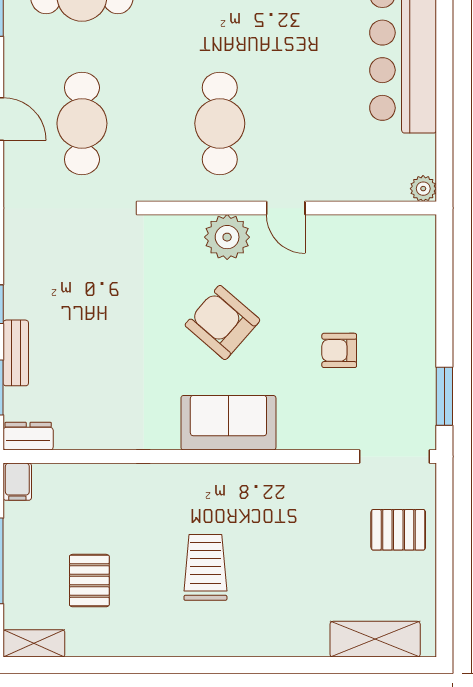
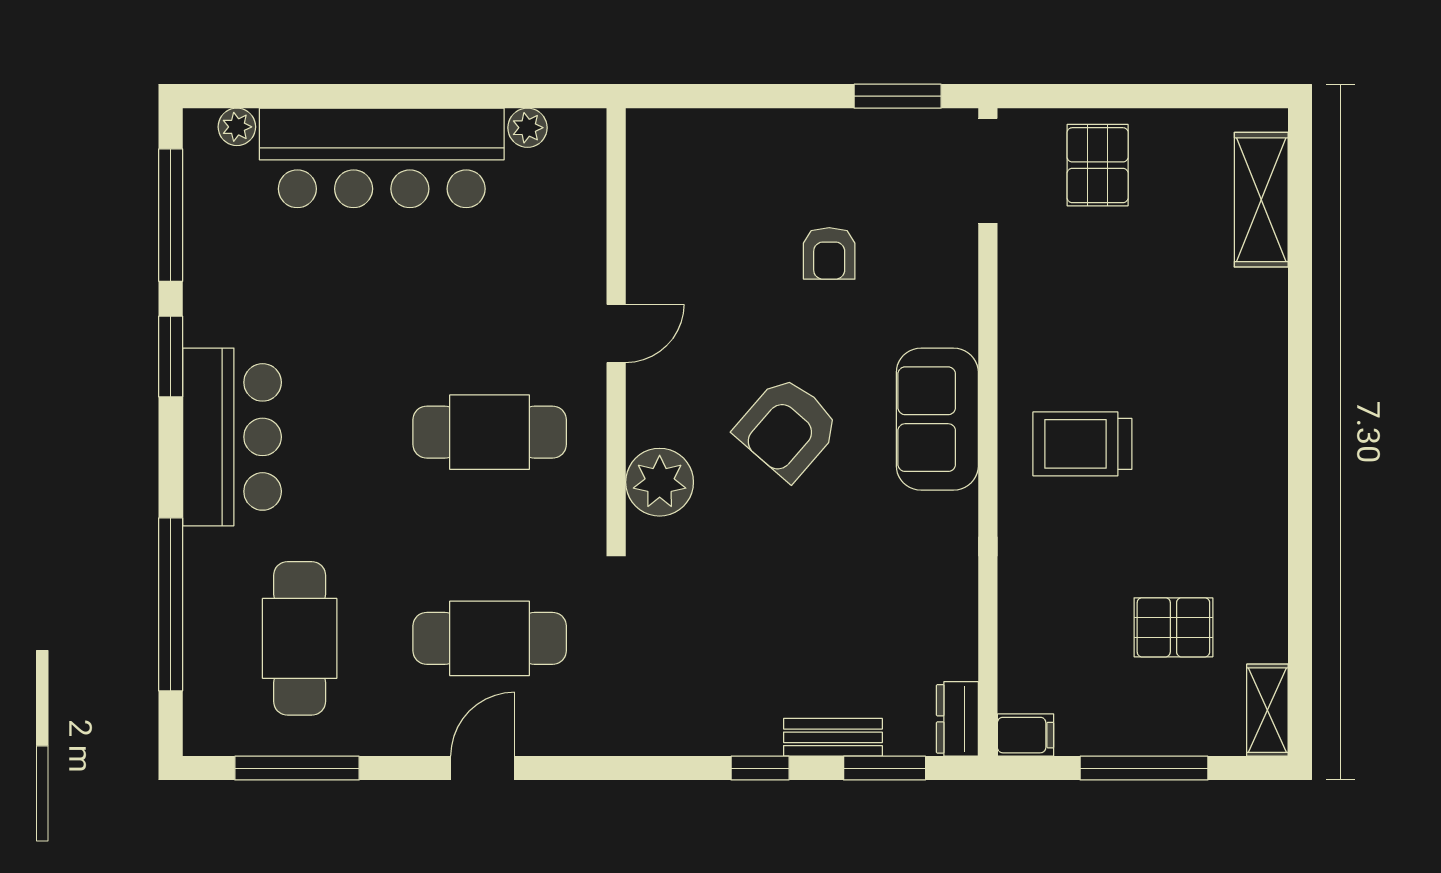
plant: (423, 189) -> (527, 128), moved
plant: (227, 237) -> (660, 482), moved
trolley: (205, 567) -> (1082, 444), moved

